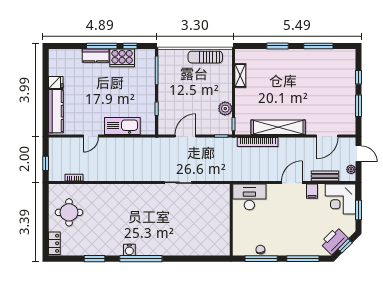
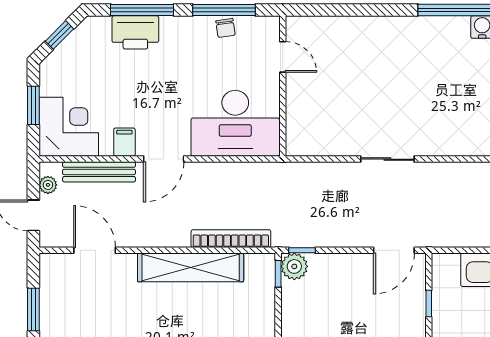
plant: (225, 109) -> (294, 266), moved
door: (186, 136) -> (394, 250), moved
door: (327, 136) -> (95, 250), hinge flipped
bench: (325, 176) -> (99, 172), width x1.36
desk: (249, 197) -> (235, 123), width x1.36, depth x1.30
door: (231, 235) -> (283, 57), added
printer: (334, 241) -> (135, 32), moved, turned 45

